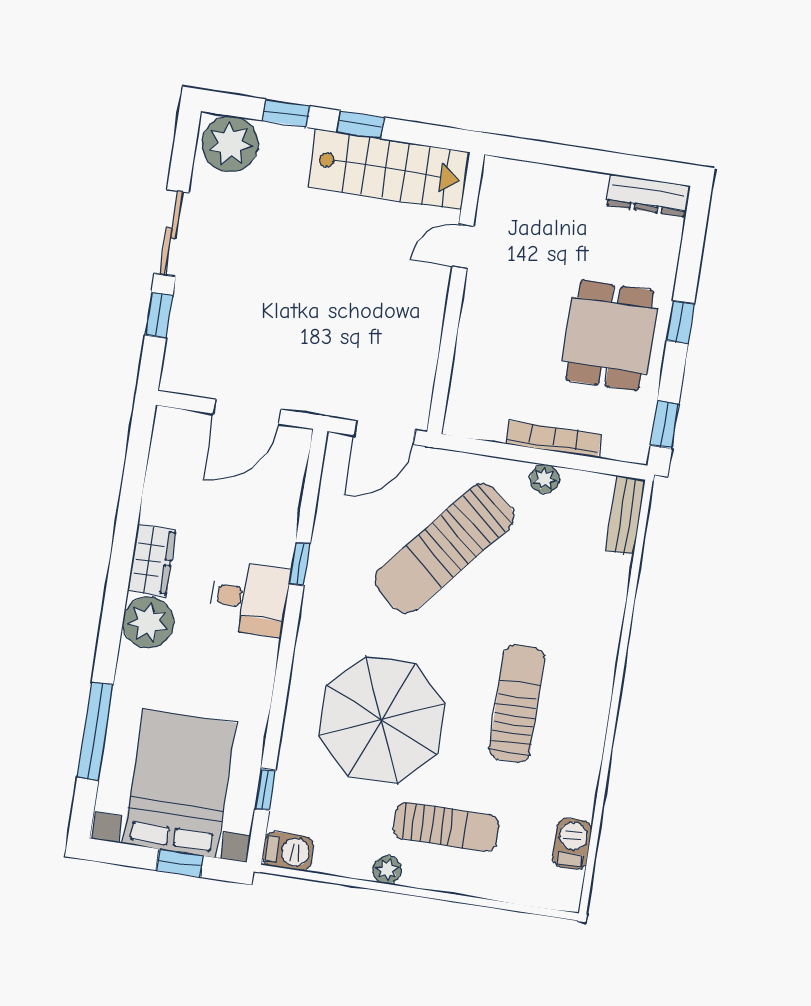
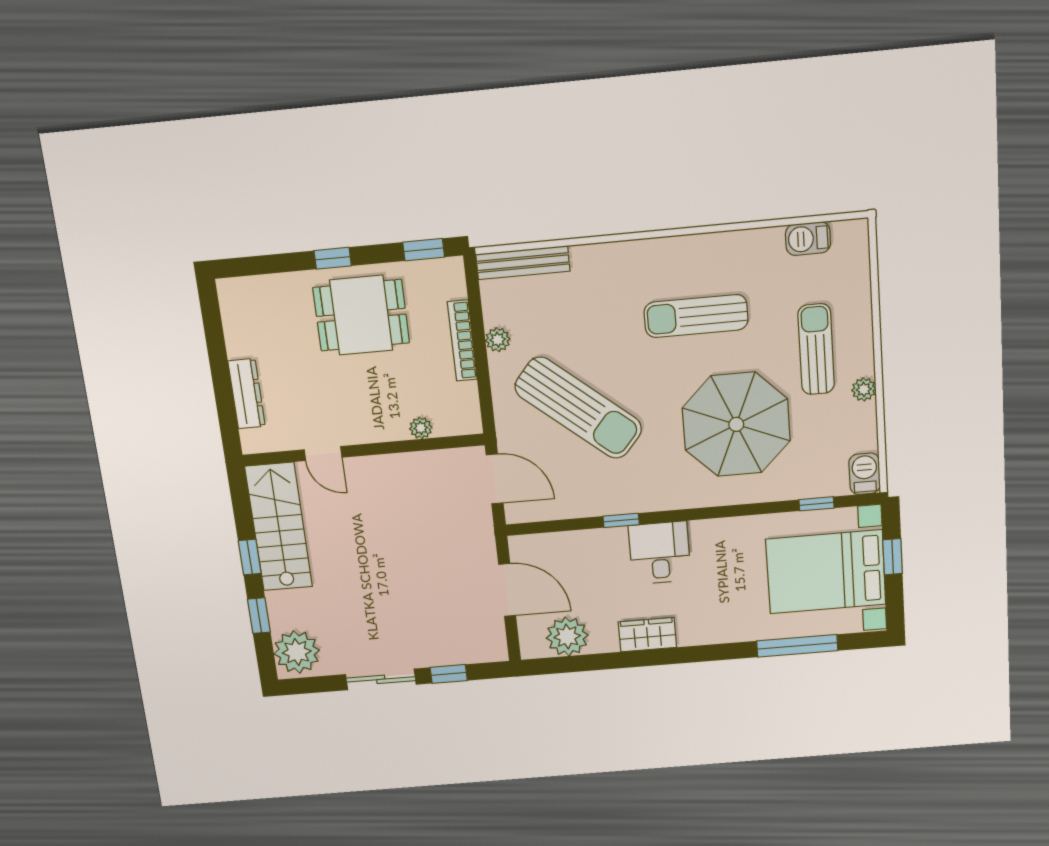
dresser: (648, 195) -> (247, 394), moved
plant: (465, 365) -> (421, 428), added
bench: (625, 515) -> (523, 263), width x1.36
plant: (148, 622) -> (567, 636), moved

